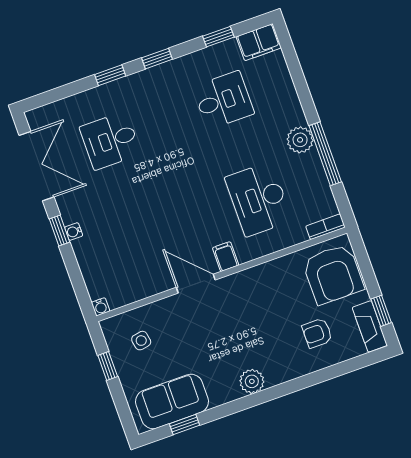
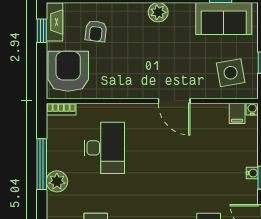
filing cabinet: (226, 257) -> (237, 113), moved
armchair: (317, 333) -> (96, 31), turned 97
side table: (141, 341) -> (231, 73), width x1.87, depth x1.87

